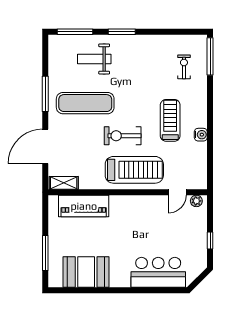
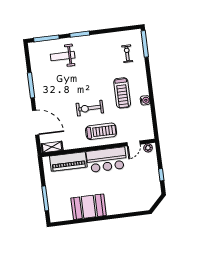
exercise mat: (85, 103) -> (60, 88), removed
treadmill: (170, 120) -> (122, 93), turned 180
door: (45, 146) -> (36, 123), swing flipped
treadmill: (134, 170) -> (101, 131), width x0.73, depth x0.73
booth: (86, 272) -> (89, 207), moved
bar counter: (158, 272) -> (107, 160), moved, turned 180

